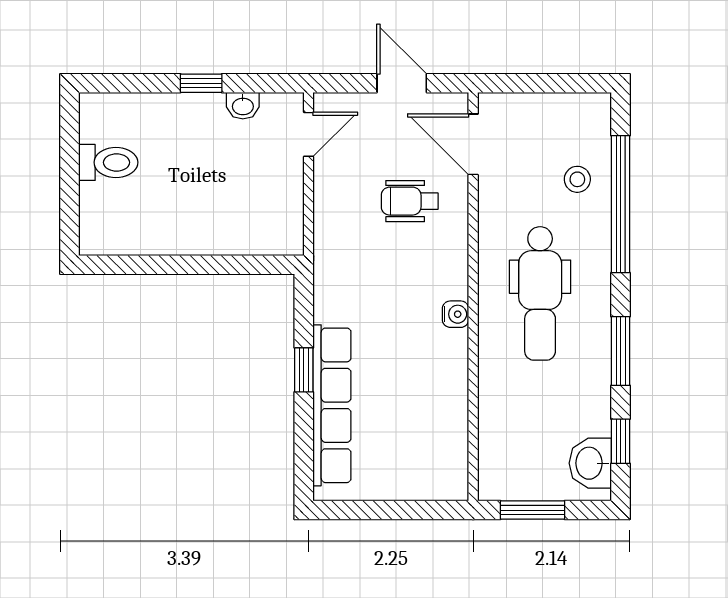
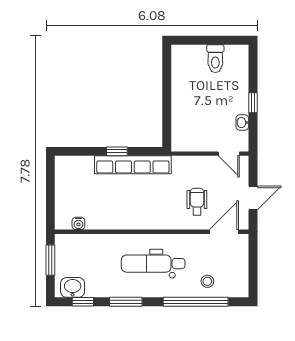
water cooler: (456, 314) -> (78, 223), moved
row of seats: (332, 405) -> (133, 165), moved

